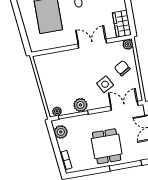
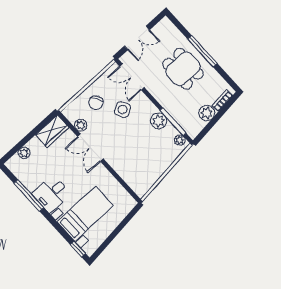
plant: (128, 44) -> (81, 125), moved
plant: (61, 132) -> (207, 113), moved
dining table: (107, 146) -> (183, 69), turned 90
window: (126, 166) -> (202, 51), moved

